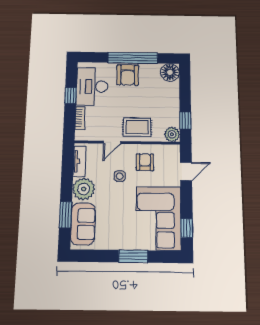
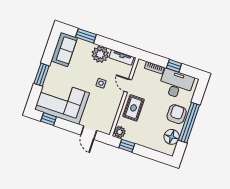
floor lamp: (170, 72) -> (172, 137), moved
armchair: (128, 75) -> (177, 114), turned 90
armchair: (145, 162) -> (105, 105), removed
sofa: (83, 224) -> (64, 49), moved, turned -90

